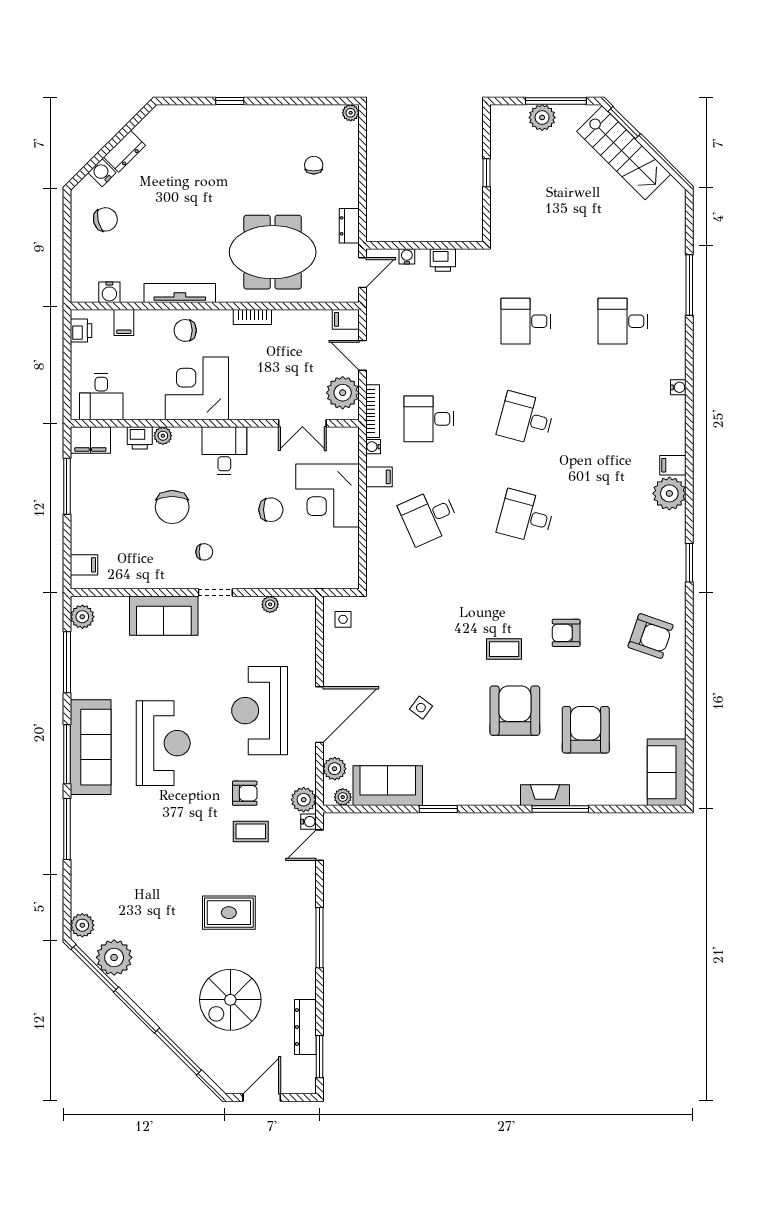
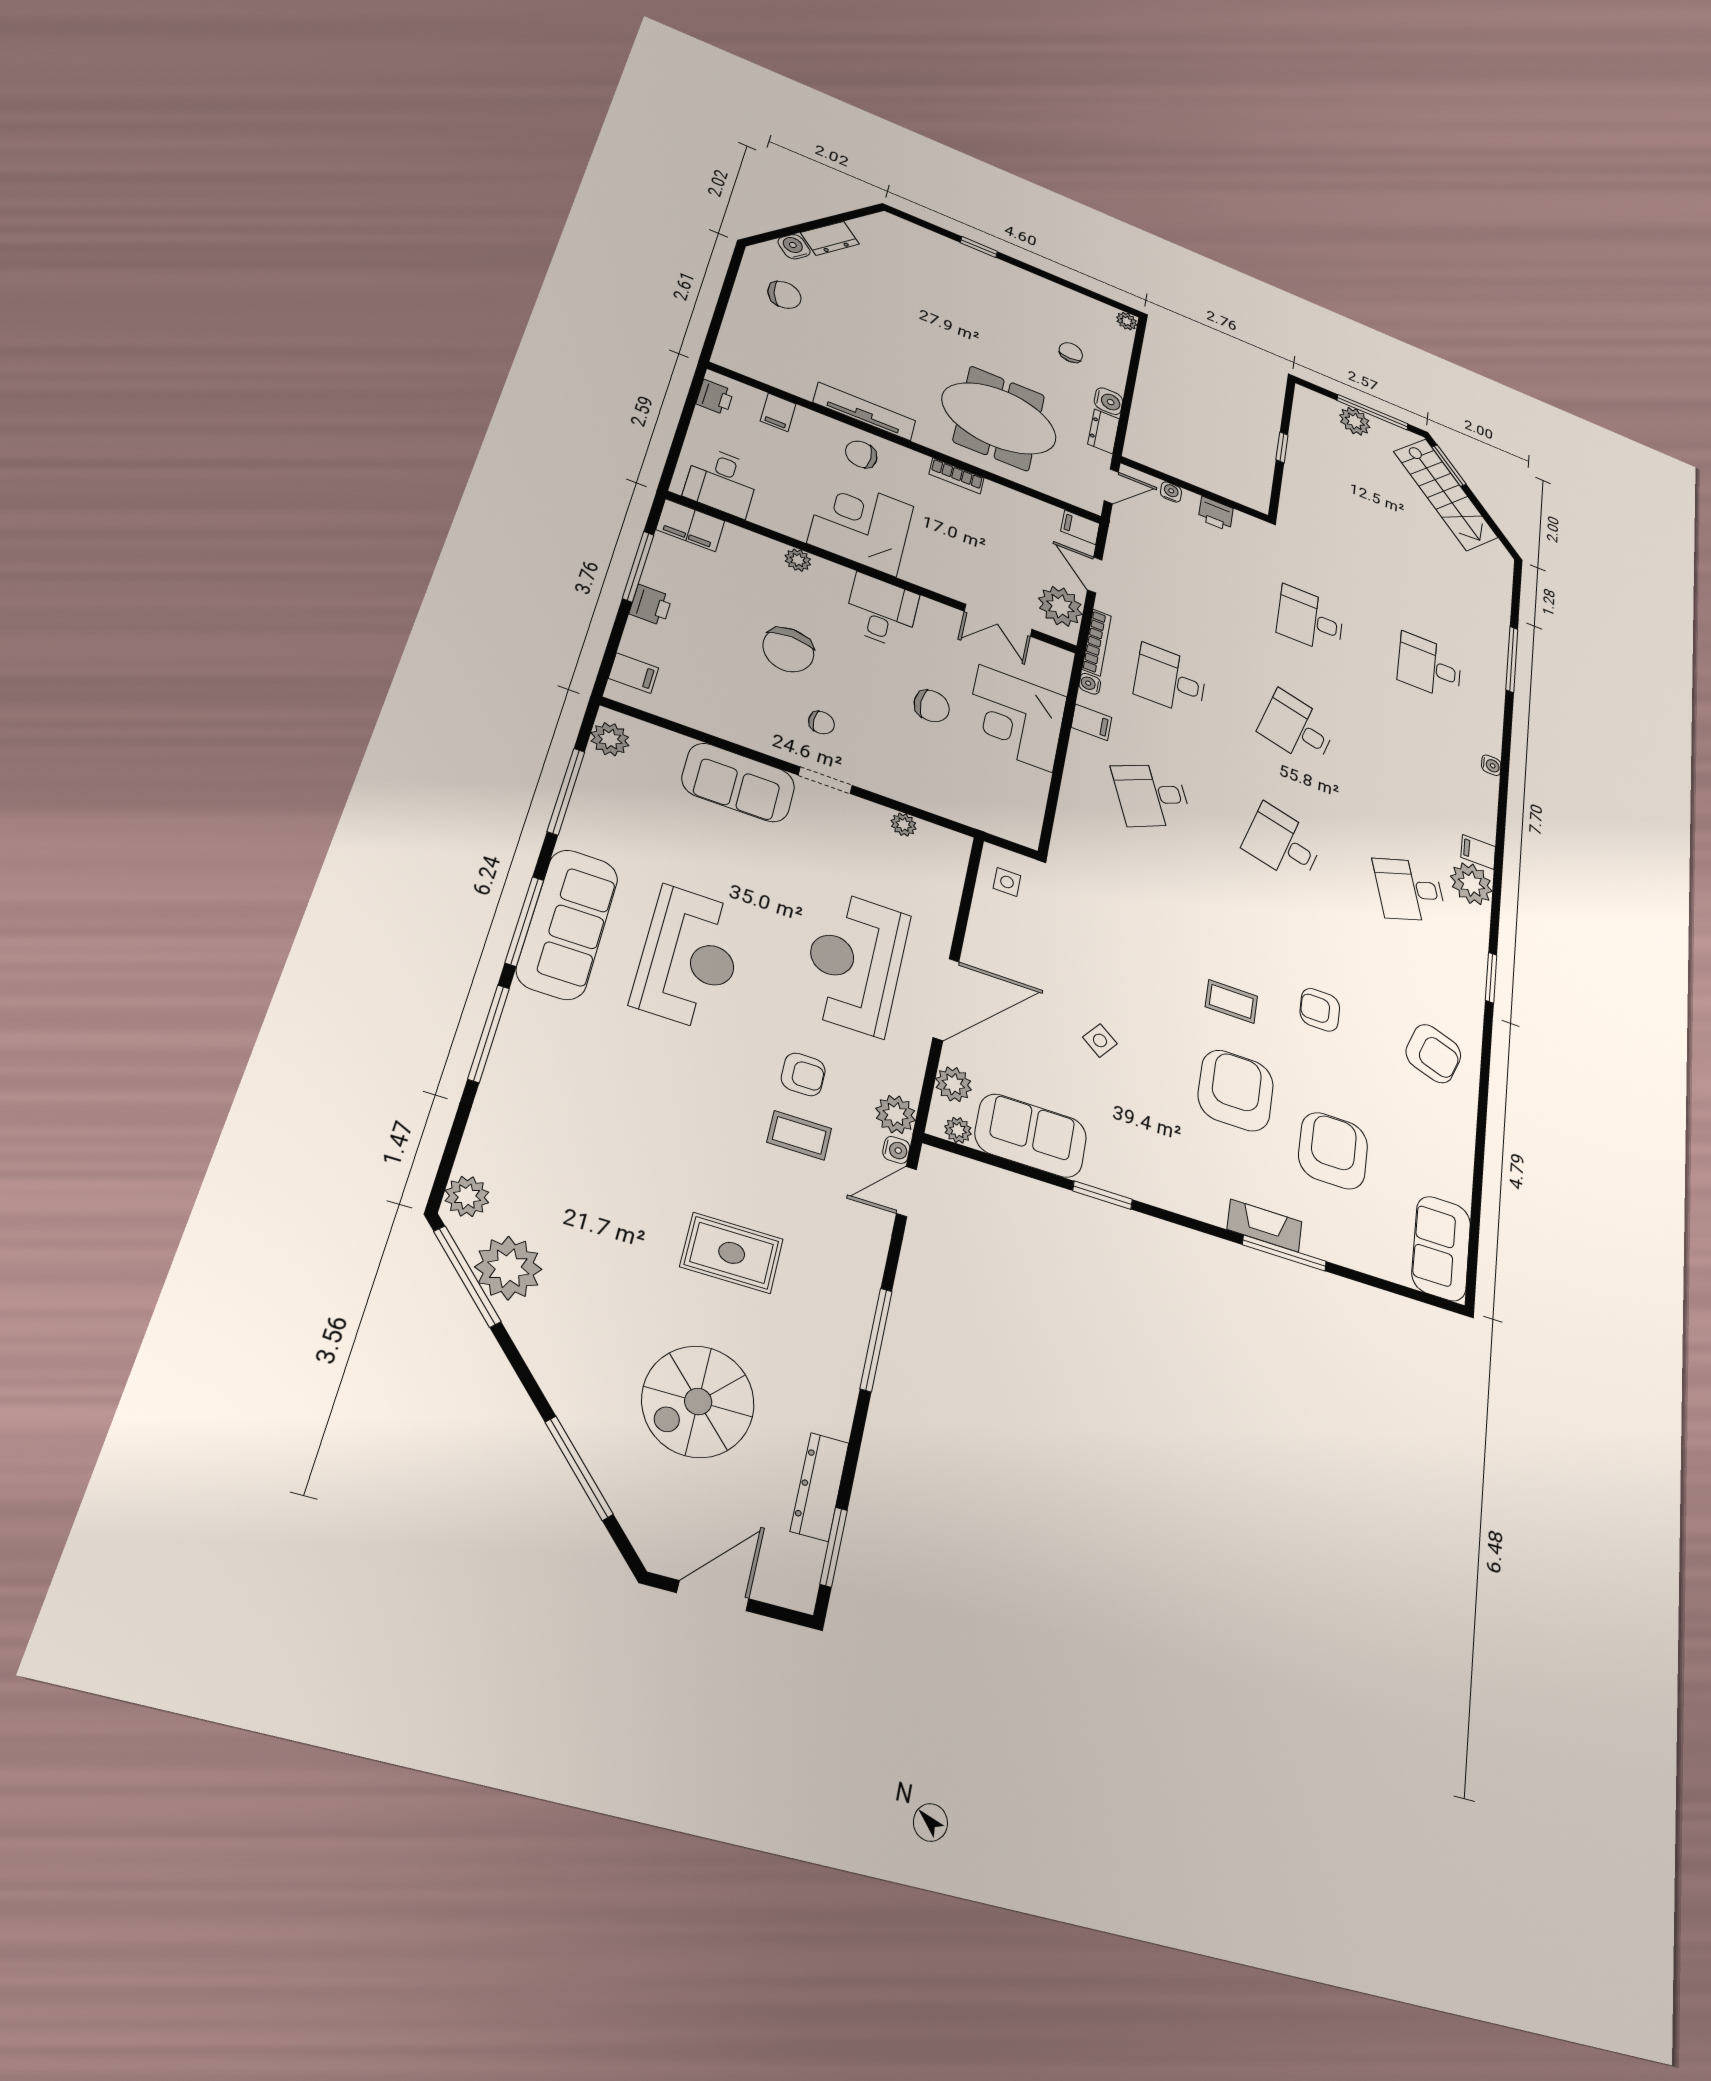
water cooler: (109, 292) -> (1109, 401), moved, turned -90
printer: (140, 438) -> (651, 605), moved, turned -90
desk: (623, 516) -> (1410, 890), added

